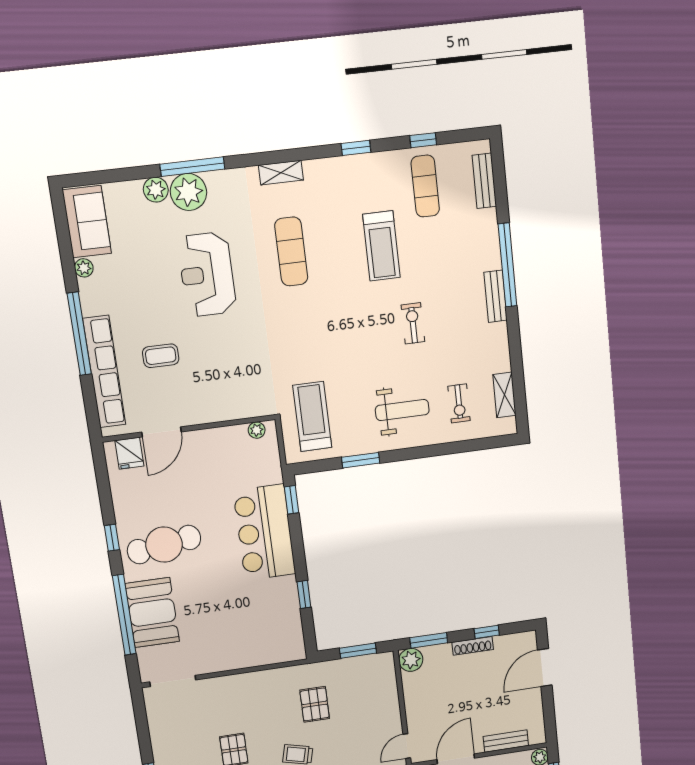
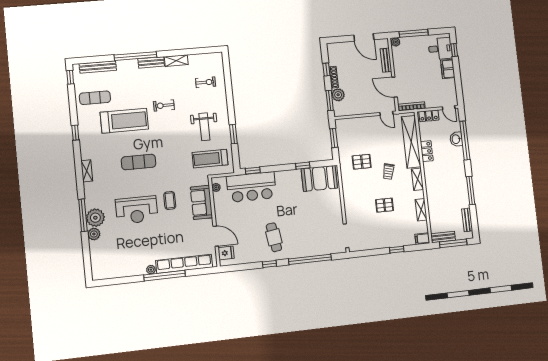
window: (423, 140) -> (70, 77), moved
bench: (484, 181) -> (98, 67), width x1.36
sofa: (87, 222) -> (202, 202), moved, turned -90
treadmill: (381, 246) -> (124, 121), width x1.37, depth x1.38
exercise mat: (291, 251) -> (139, 162), moved
plant: (84, 268) -> (151, 270), moved
coffee table: (161, 356) -> (170, 200), moved
shelving: (504, 395) -> (176, 61), moved
weight bench: (402, 410) -> (204, 127), moved, turned 180
bar counter: (264, 532) -> (251, 187), moved
cafe table: (164, 545) -> (274, 237), width x0.73, depth x0.74
booth: (152, 613) -> (319, 178), moved
plant: (411, 660) -> (338, 95), moved
door: (545, 668) -> (364, 37), moved

